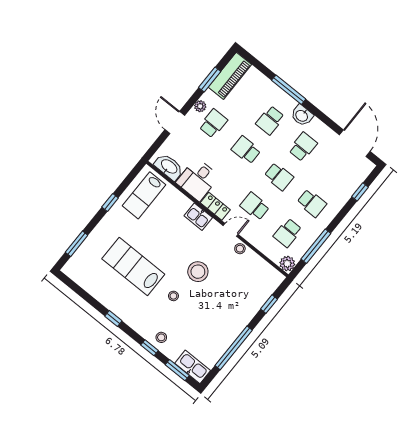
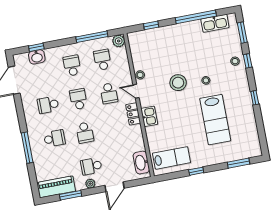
washbasin: (302, 115) -> (37, 57), moved, turned 90
desk: (198, 180) -> (130, 140), removed
school desk: (288, 233) -> (102, 60), turned -90
kitchen sink: (193, 367) -> (215, 23), moved, turned -90

